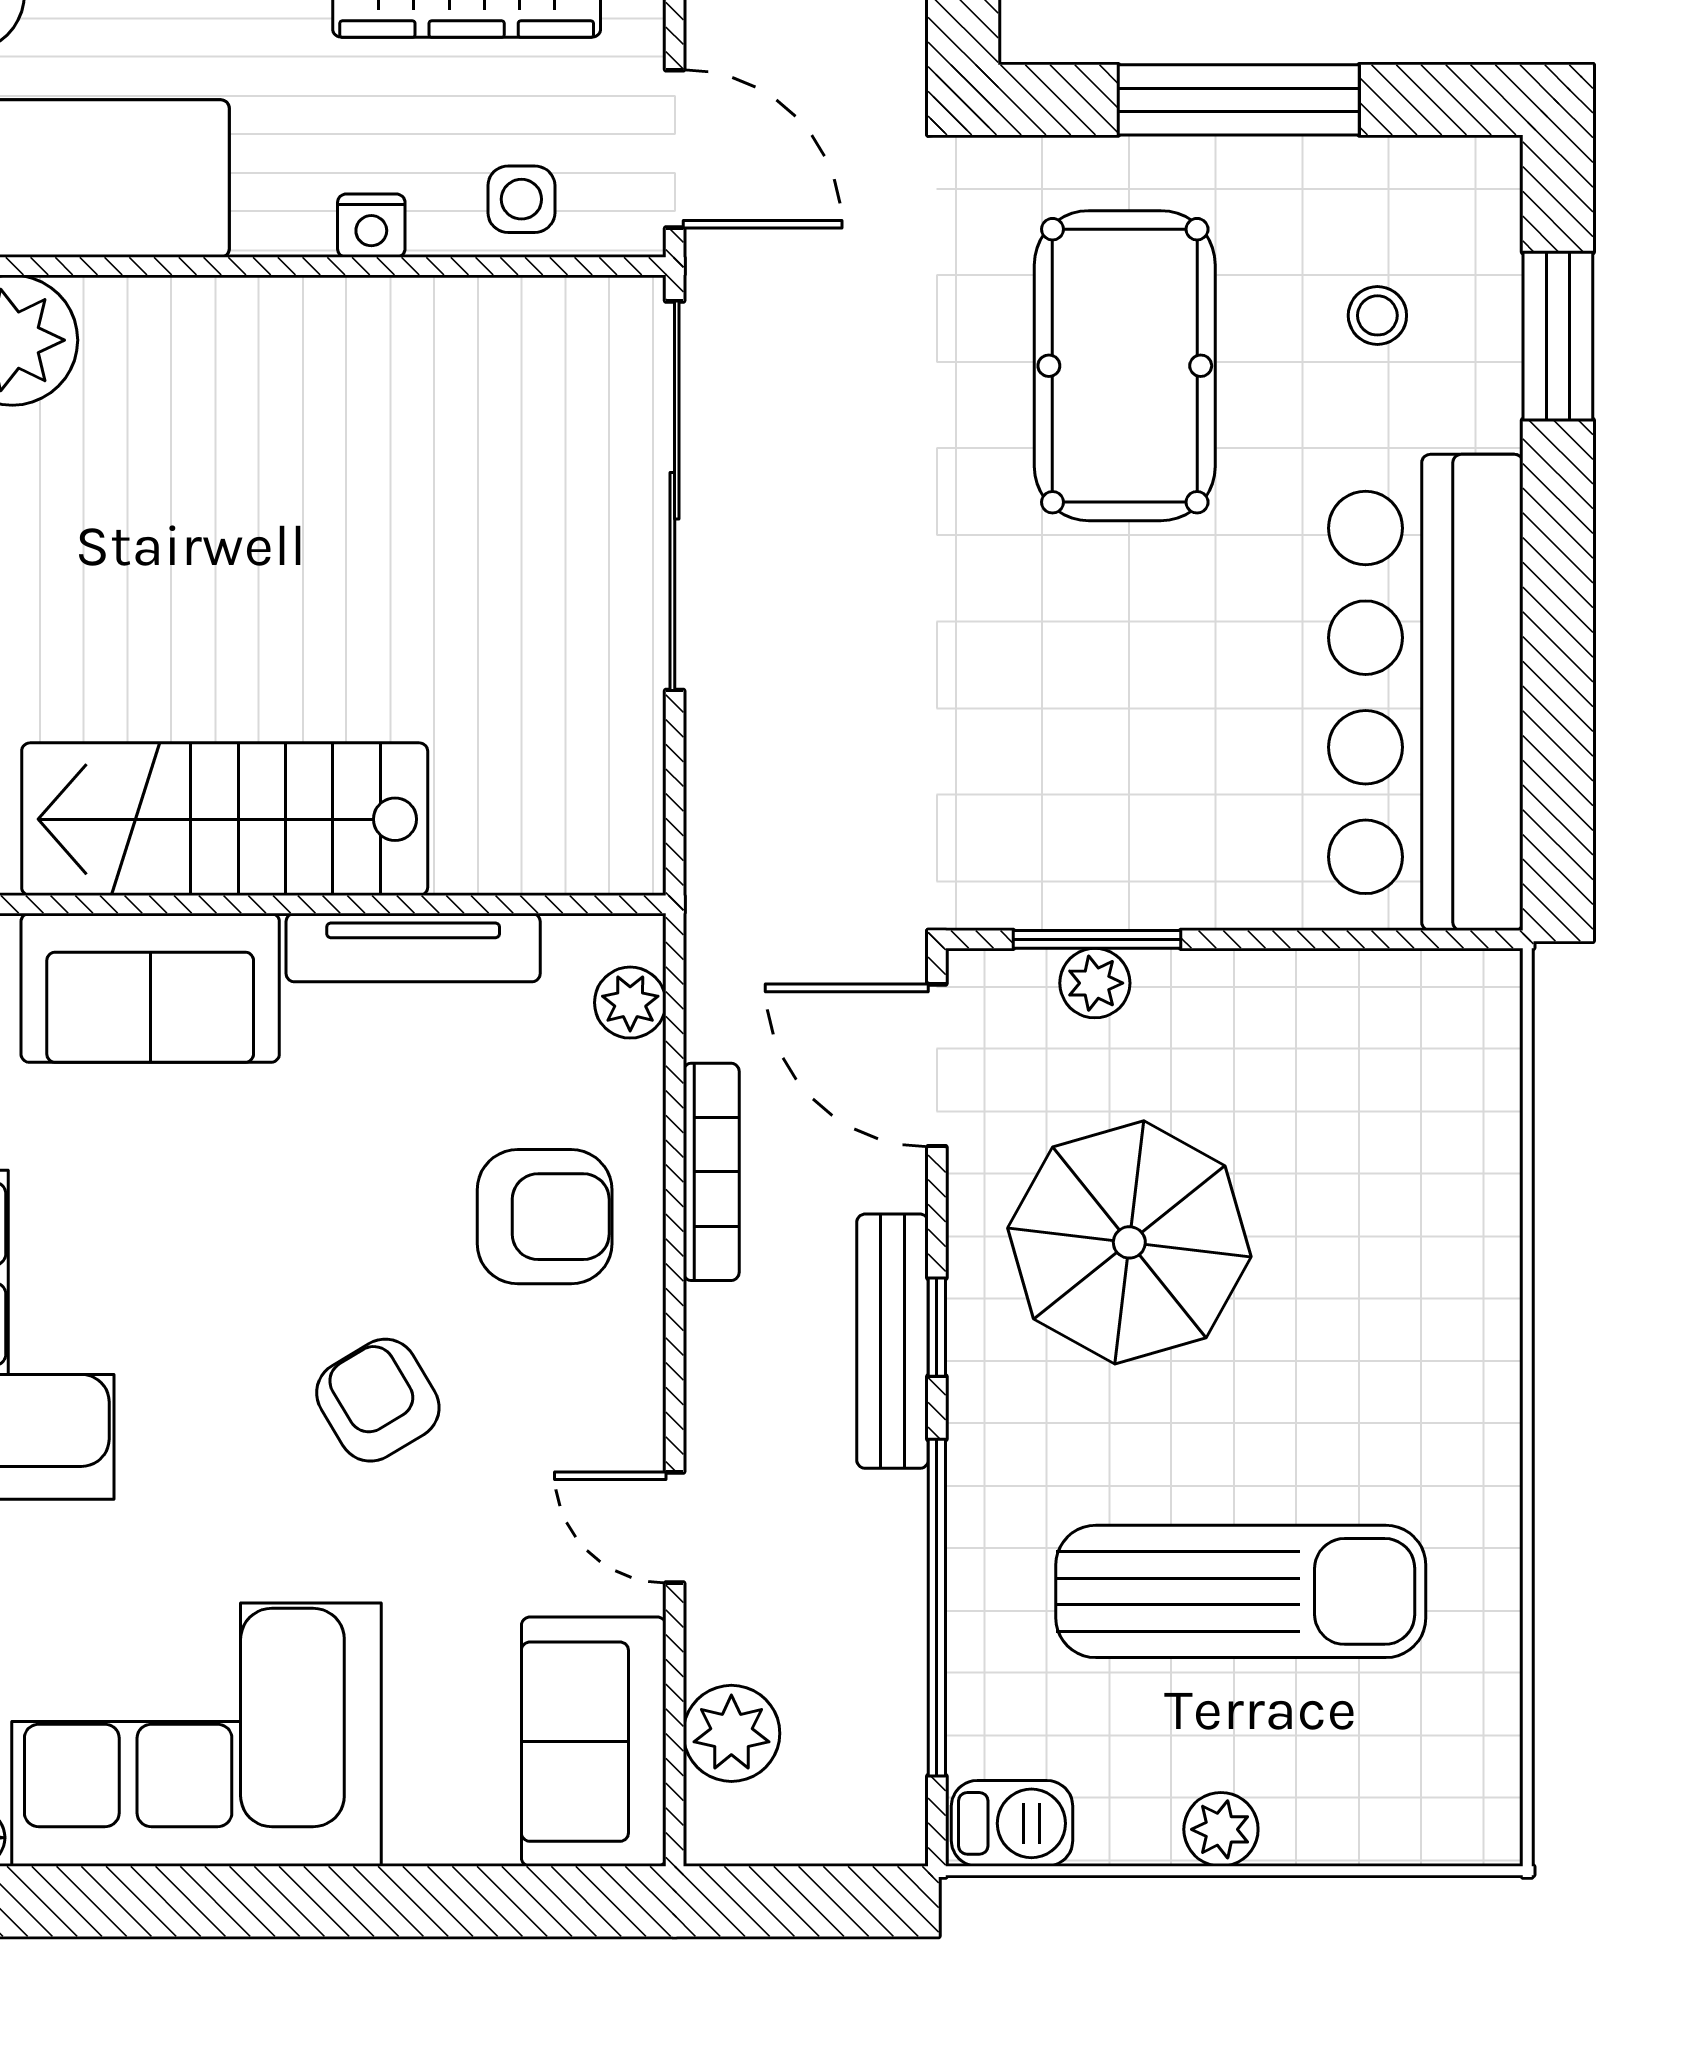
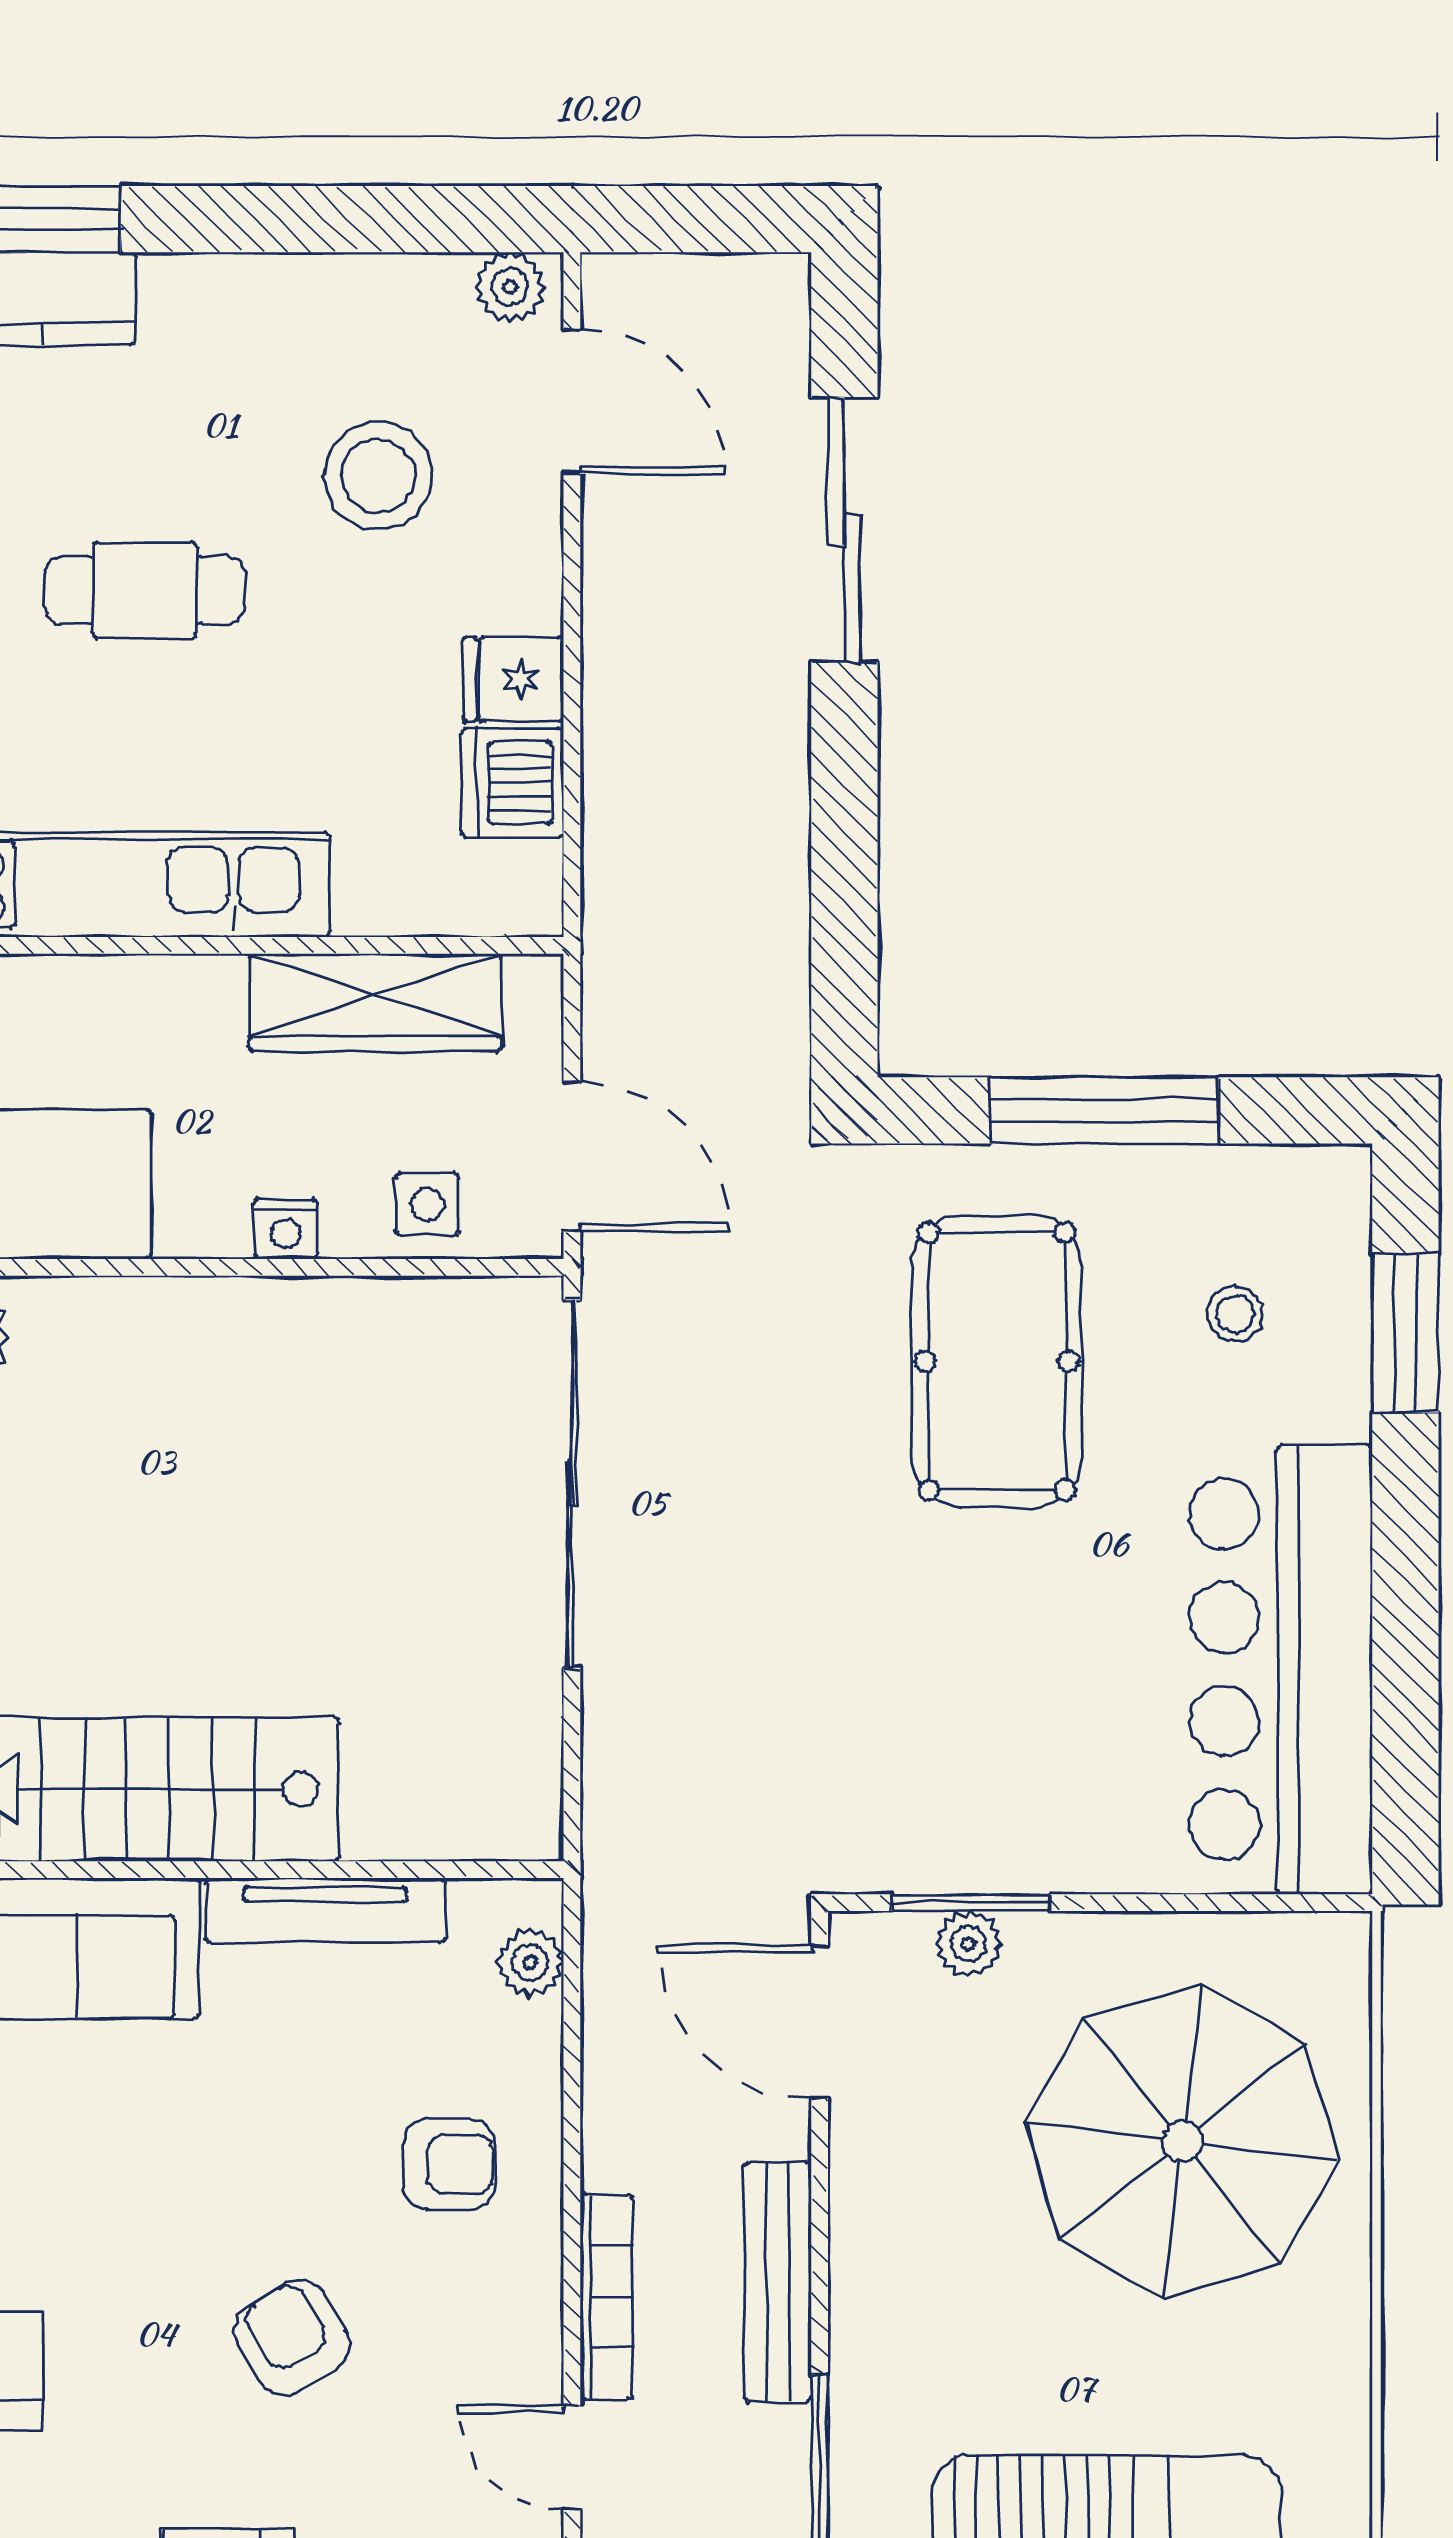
bookcase: (711, 1172) -> (606, 2297), moved
armchair: (545, 1217) -> (449, 2164), width x0.72, depth x0.72
parasol: (1129, 1242) -> (1182, 2141), moved, width x1.36, depth x1.36
window: (937, 1327) -> (820, 2269), removed

